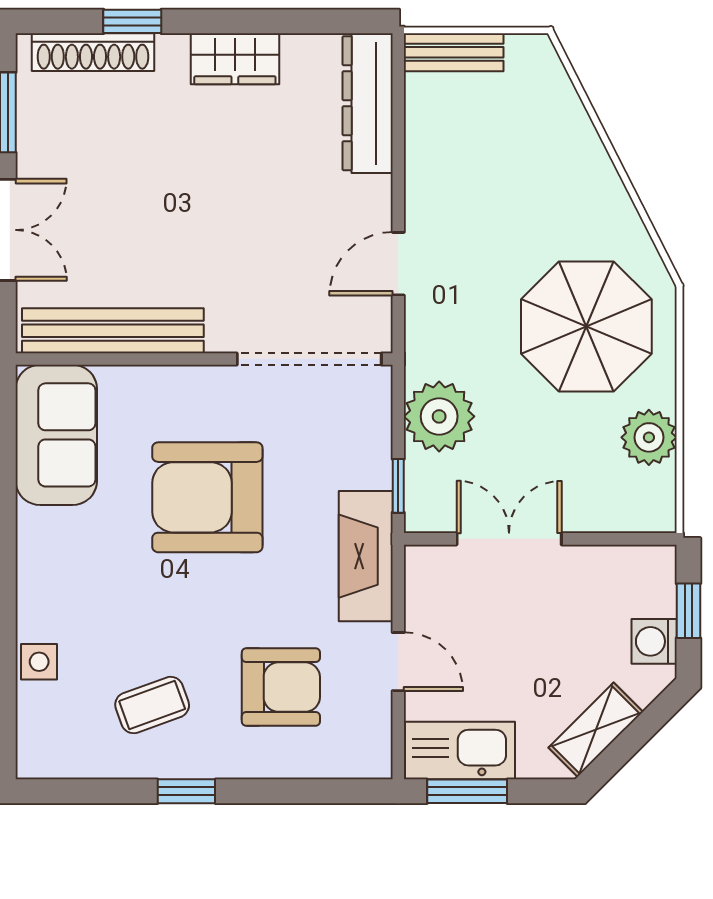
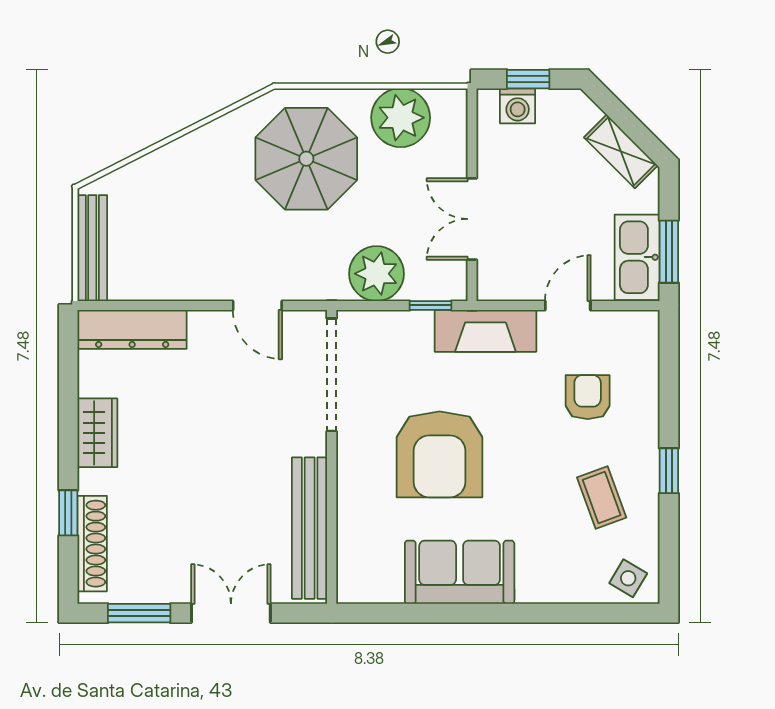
bench: (454, 52) -> (92, 248), width x1.36
sofa: (56, 435) -> (460, 572), moved
plant: (649, 437) -> (401, 118), width x1.36, depth x1.36
washing machine: (654, 641) -> (518, 106), moved
side table: (39, 662) -> (628, 578), moved, turned 31
armchair: (281, 687) -> (588, 397), width x0.72, depth x0.72

